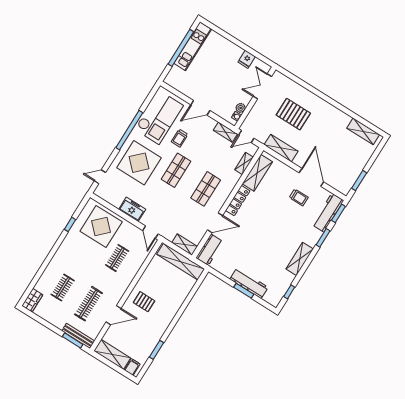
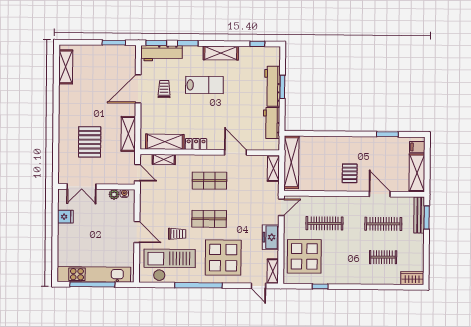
kitchen unit: (193, 46) -> (94, 274), width x1.36
shelving: (225, 132) -> (273, 271), moved
locker: (238, 201) -> (196, 144), width x0.66
lab bench: (283, 231) -> (204, 85), added
workbench: (209, 250) -> (272, 123), moved, turned -90
clothes rail: (117, 258) -> (324, 223), width x1.36

